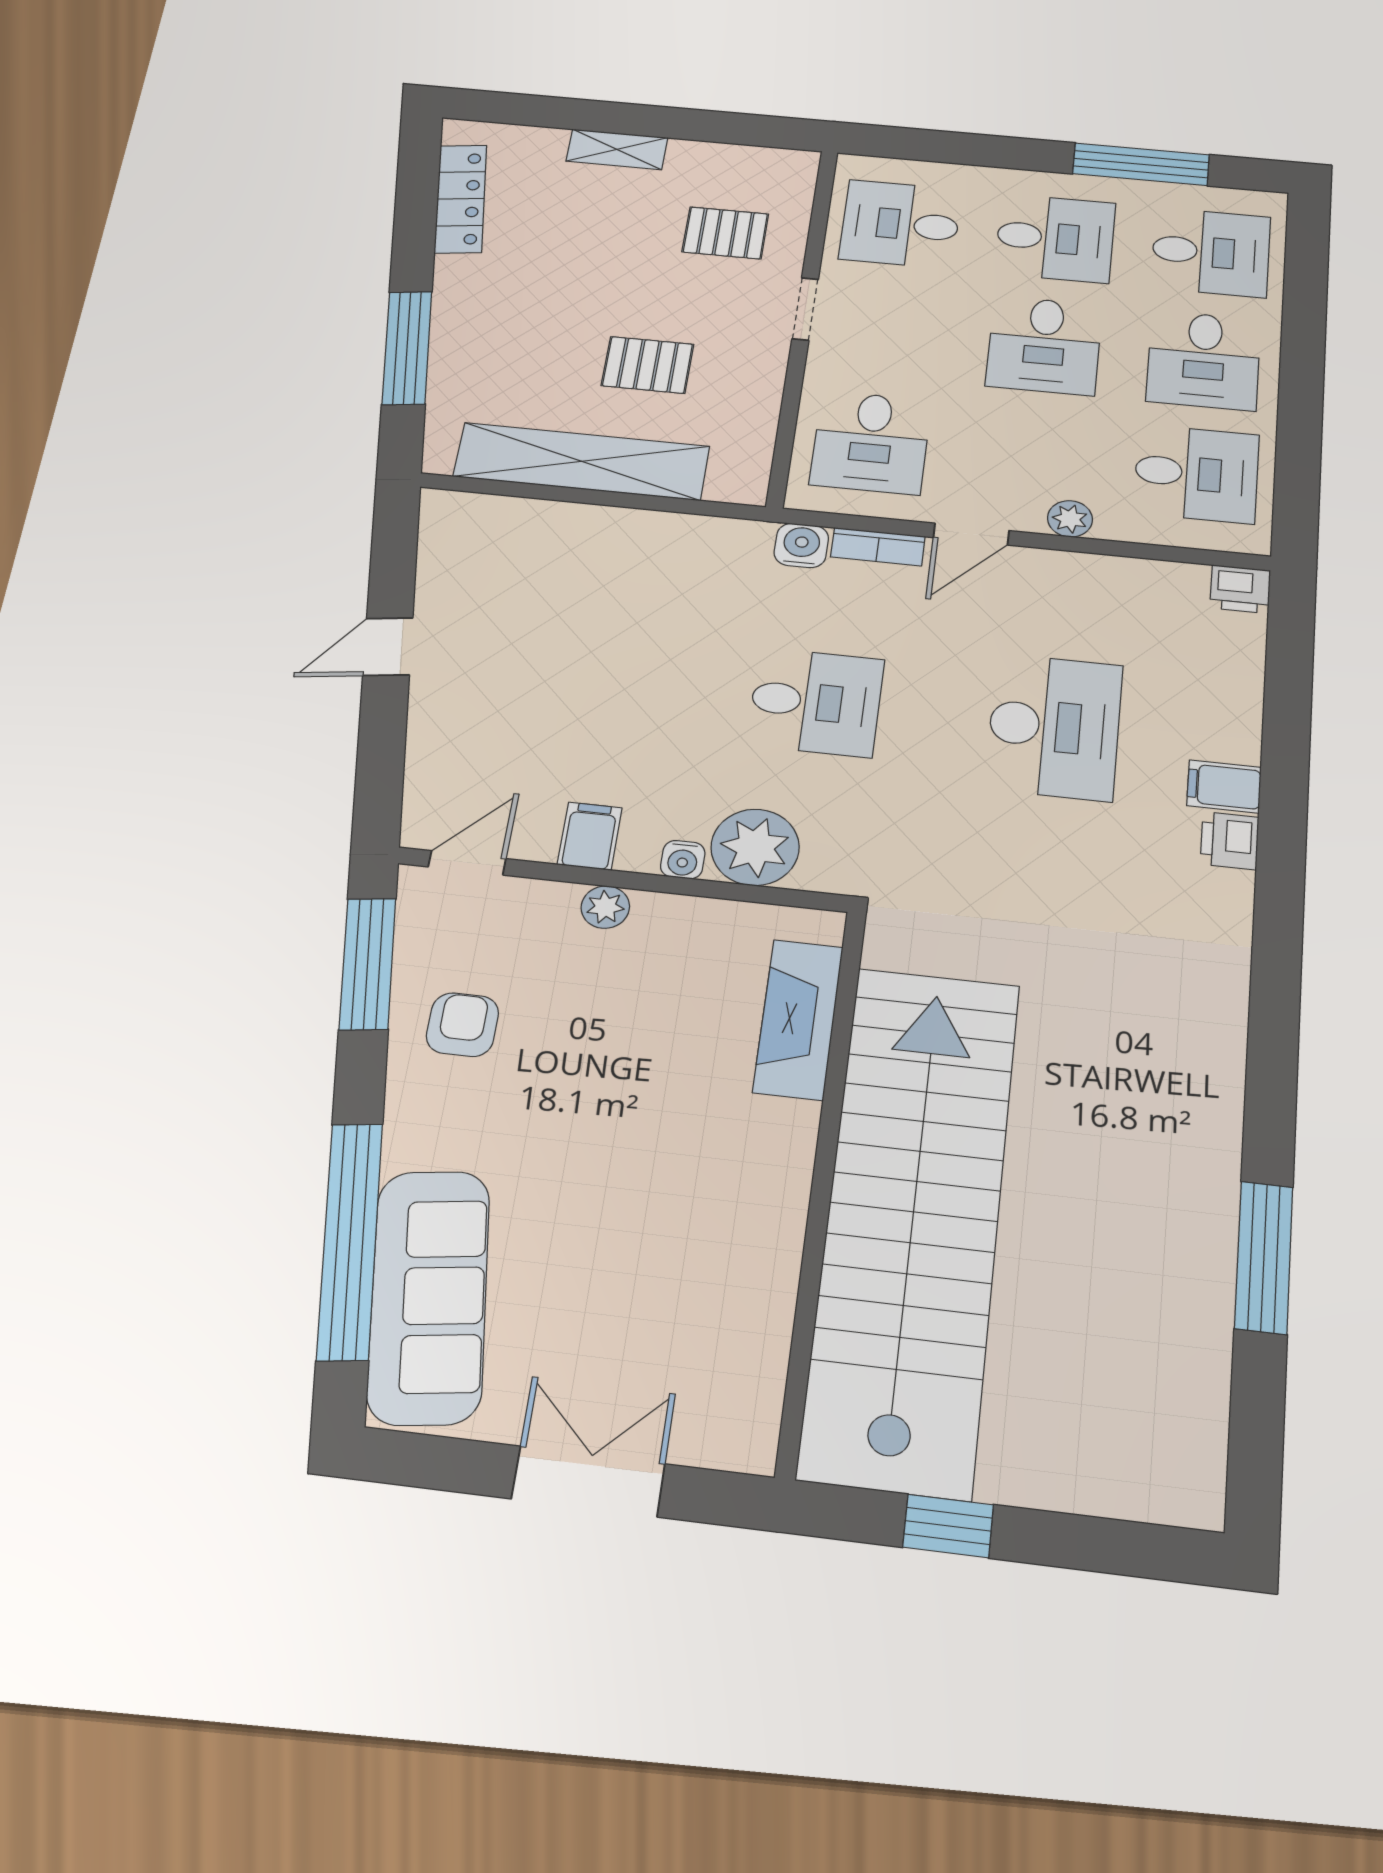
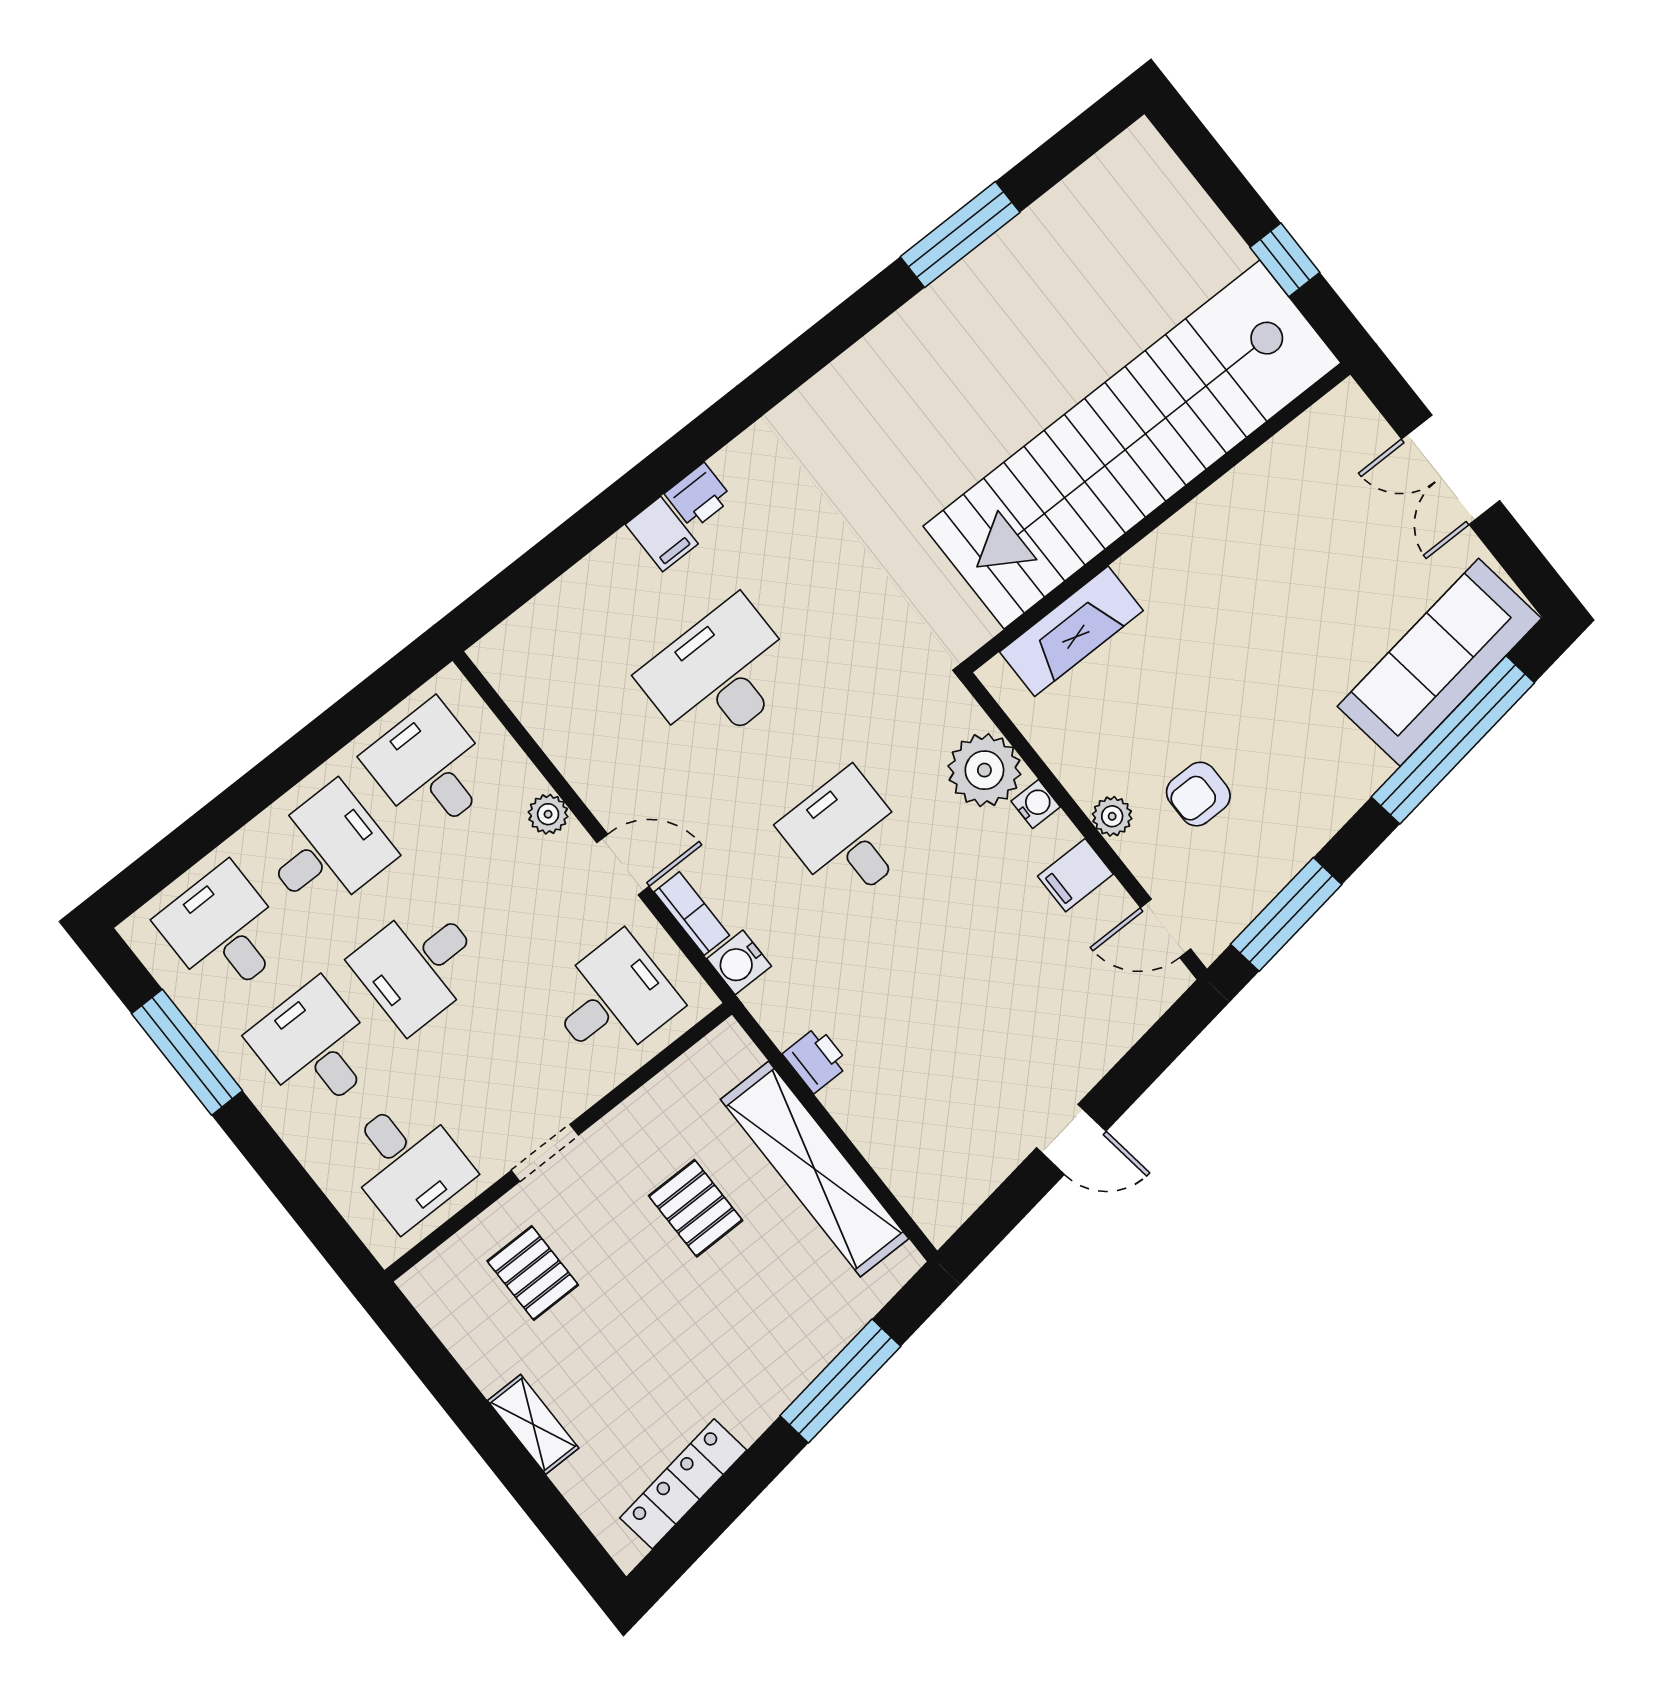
desk: (1044, 345) -> (418, 965), turned 180
printer: (1240, 589) -> (816, 1059), moved
armchair: (462, 1025) -> (1198, 794), moved

